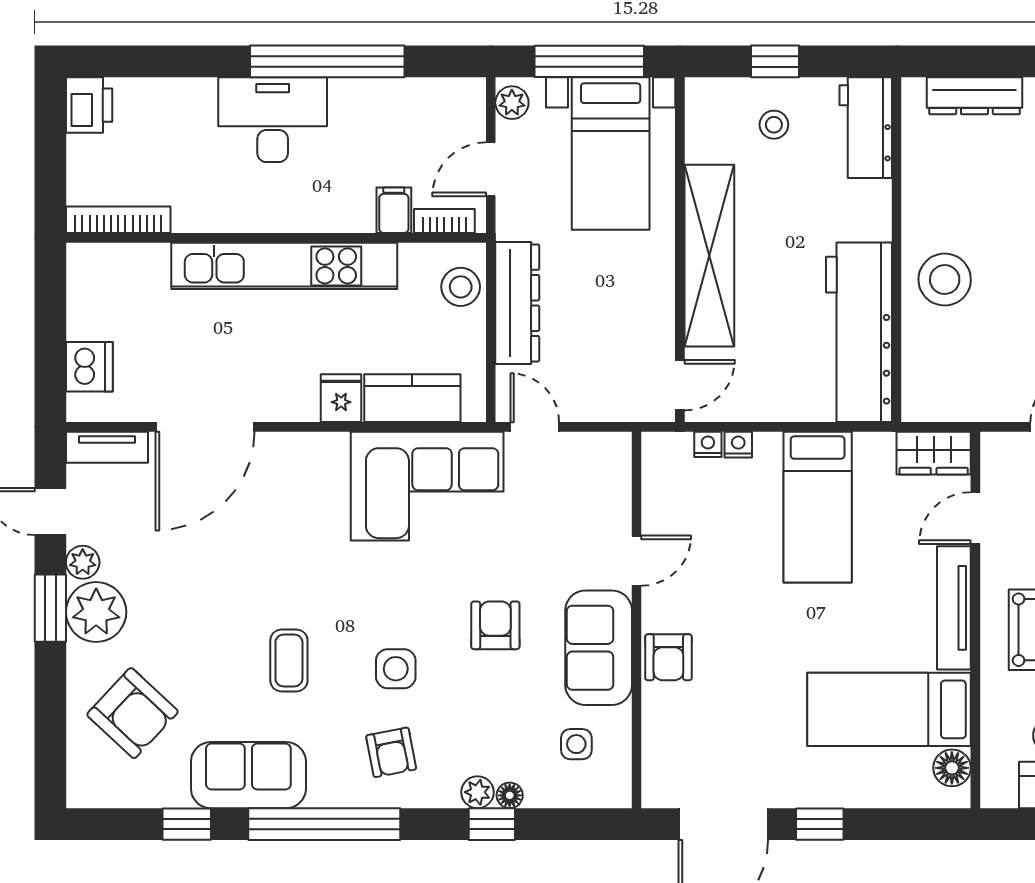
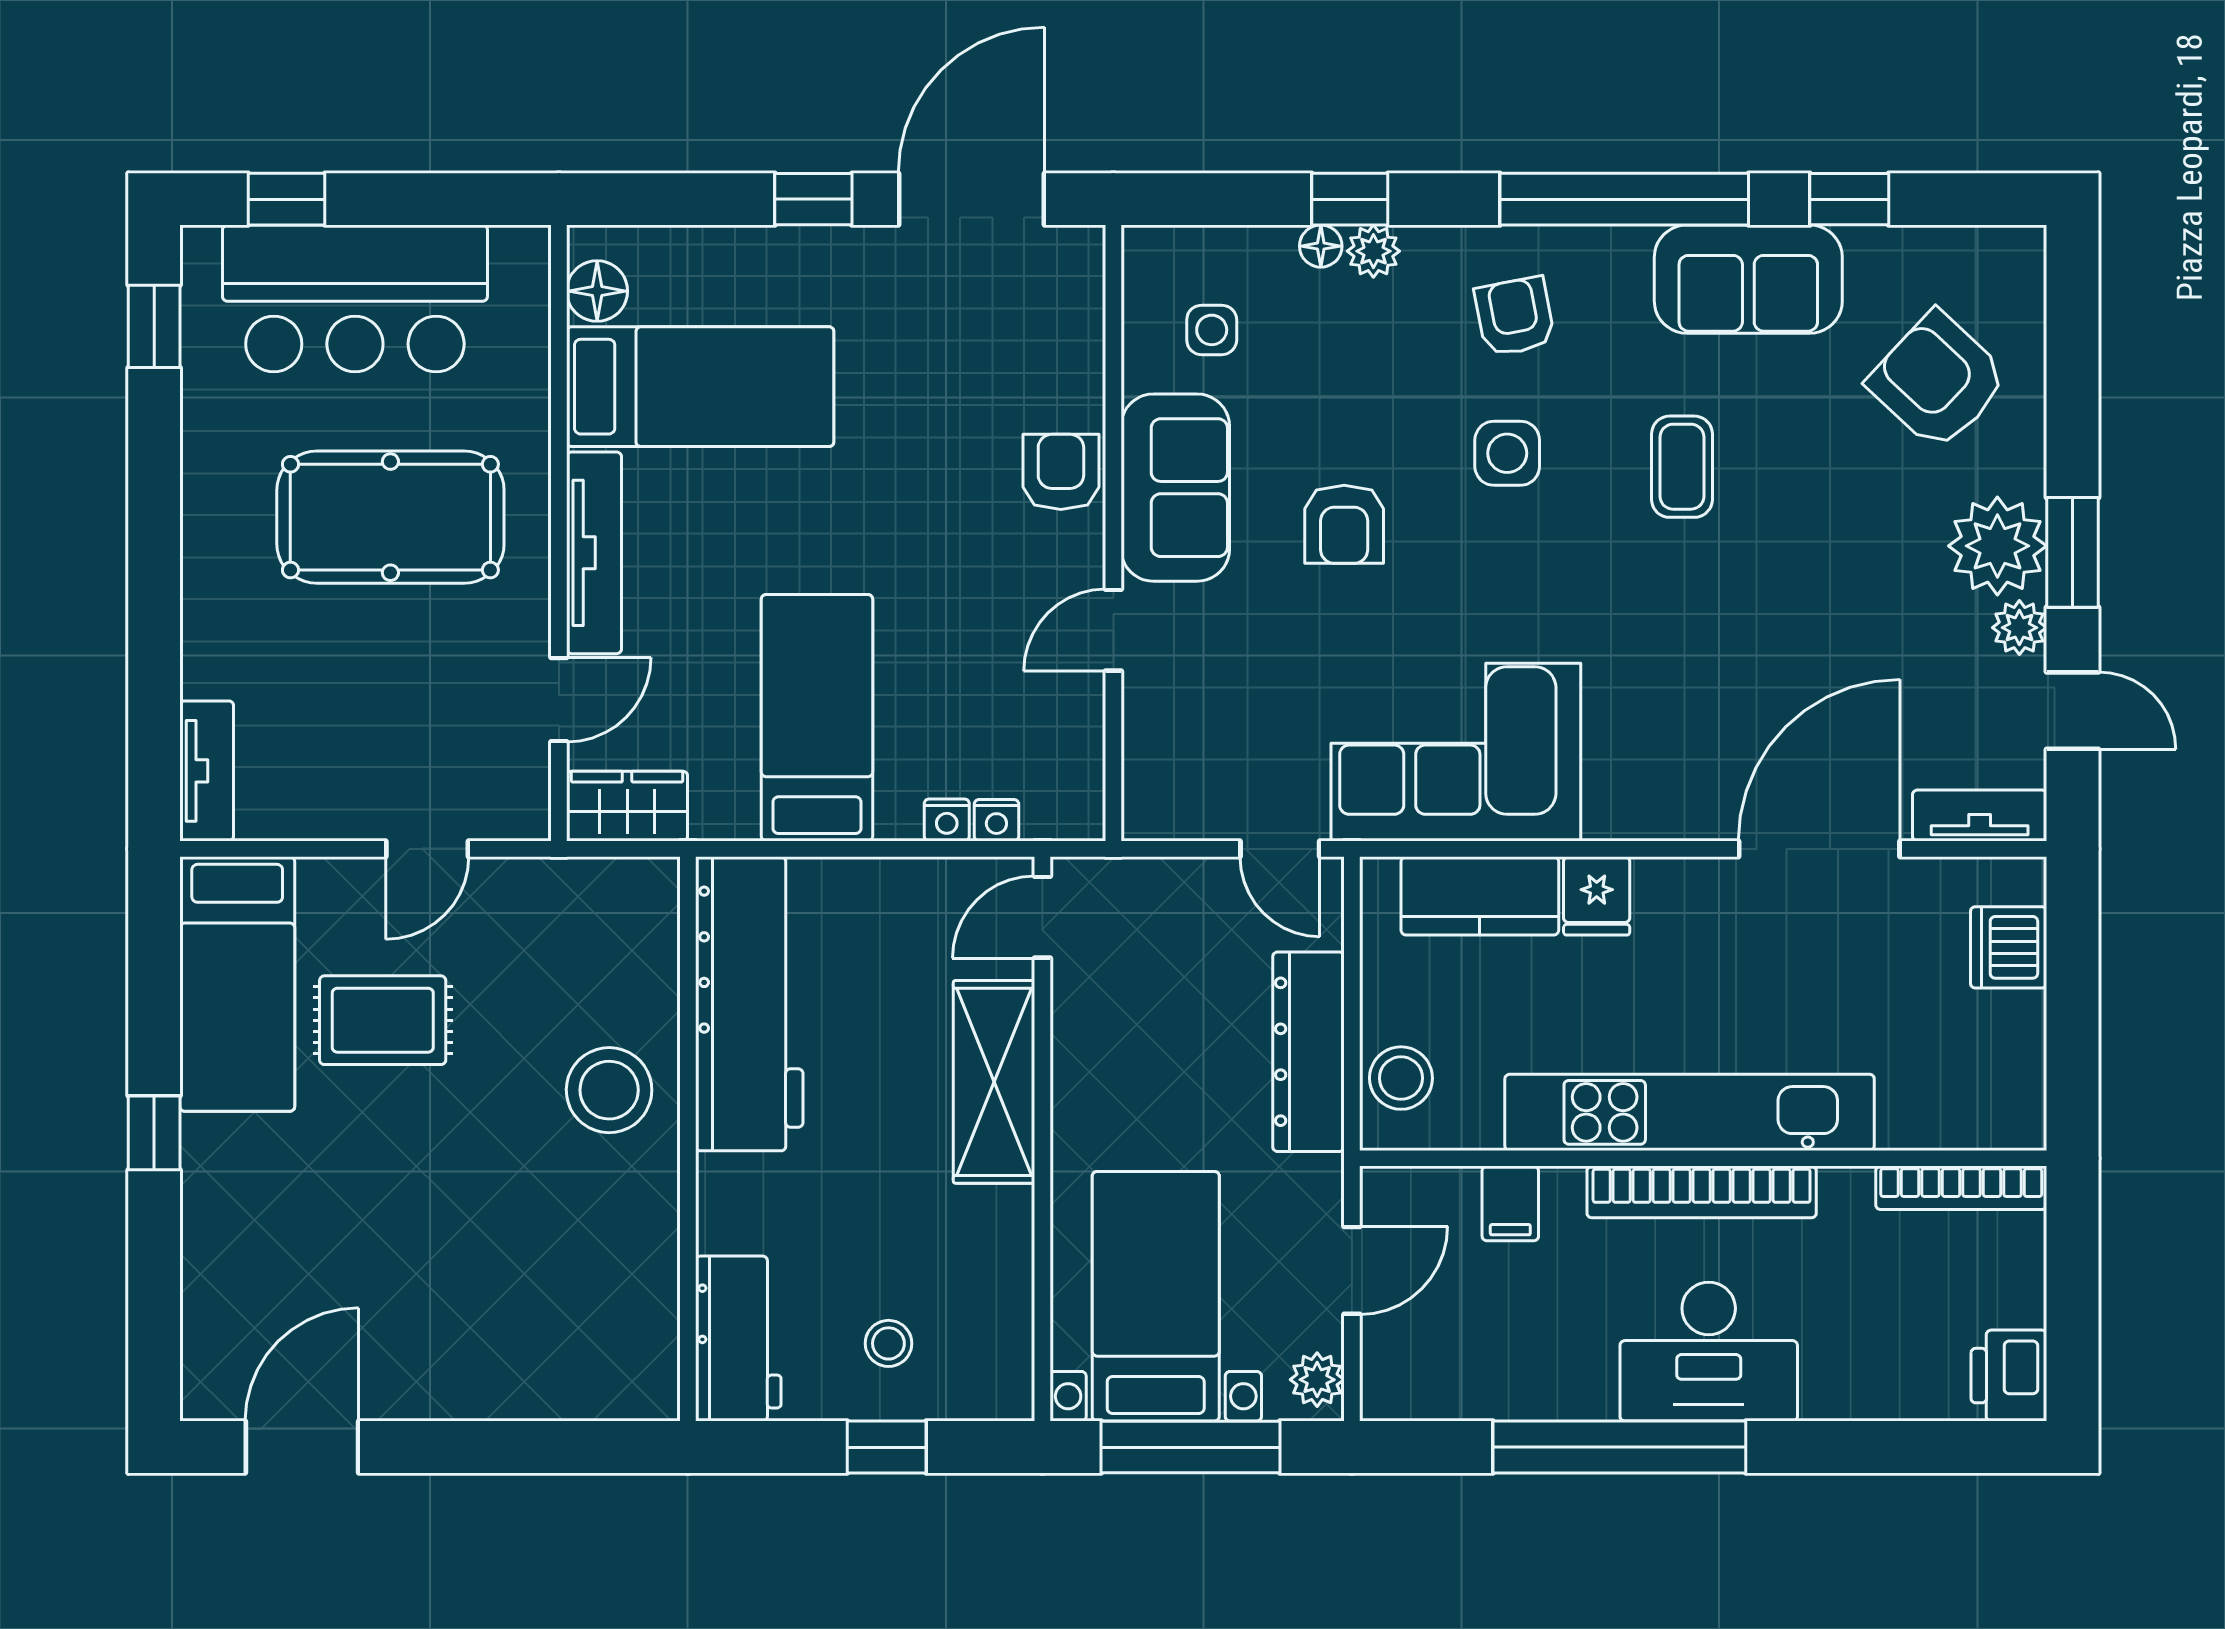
dresser: (974, 96) -> (560, 1391), removed
bookcase: (444, 221) -> (1702, 1192), moved, width x2.31, depth x1.31
shelving: (709, 256) -> (994, 1082), width x0.68

